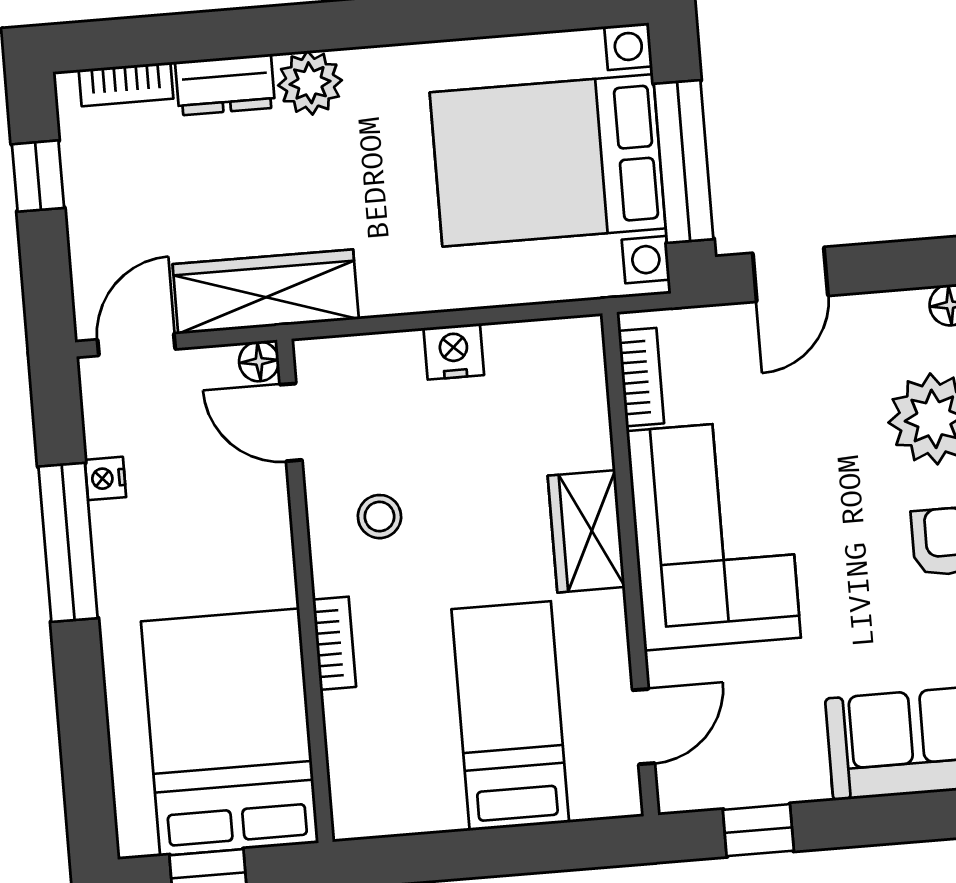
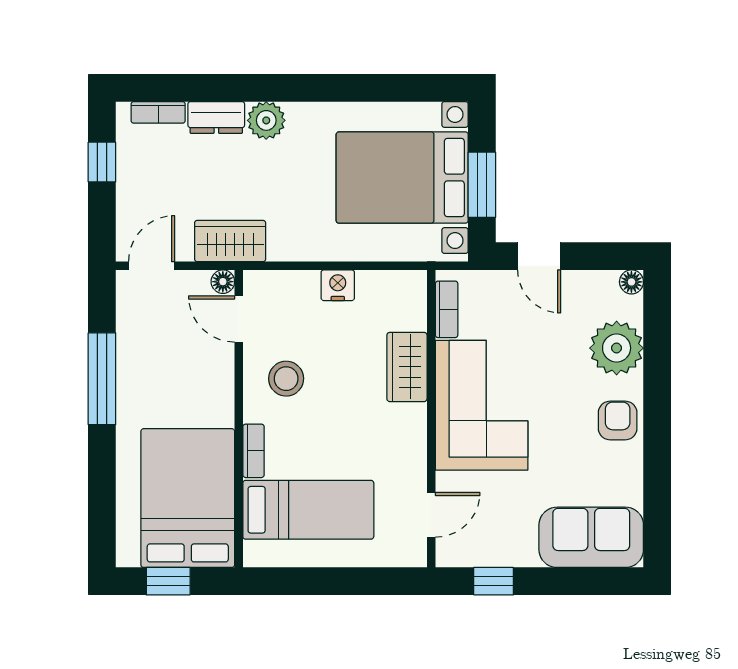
window: (684, 162) -> (482, 185), width x0.69
door: (790, 274) -> (539, 256), hinge flipped
wardrobe: (266, 292) -> (230, 241), width x0.67
nightstand: (105, 478) -> (127, 343), removed
stool: (379, 517) -> (286, 379), width x1.37, depth x1.37
wardrobe: (586, 531) -> (407, 367), moved
bed: (510, 716) -> (308, 510), moved, turned 90

